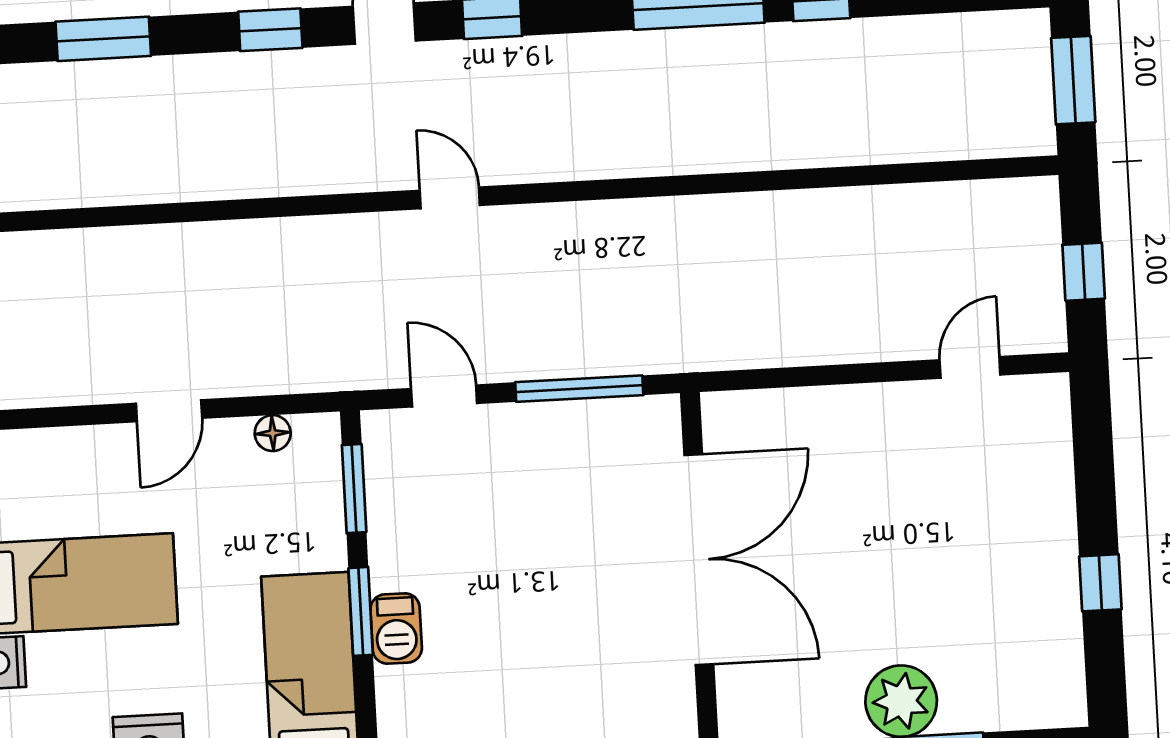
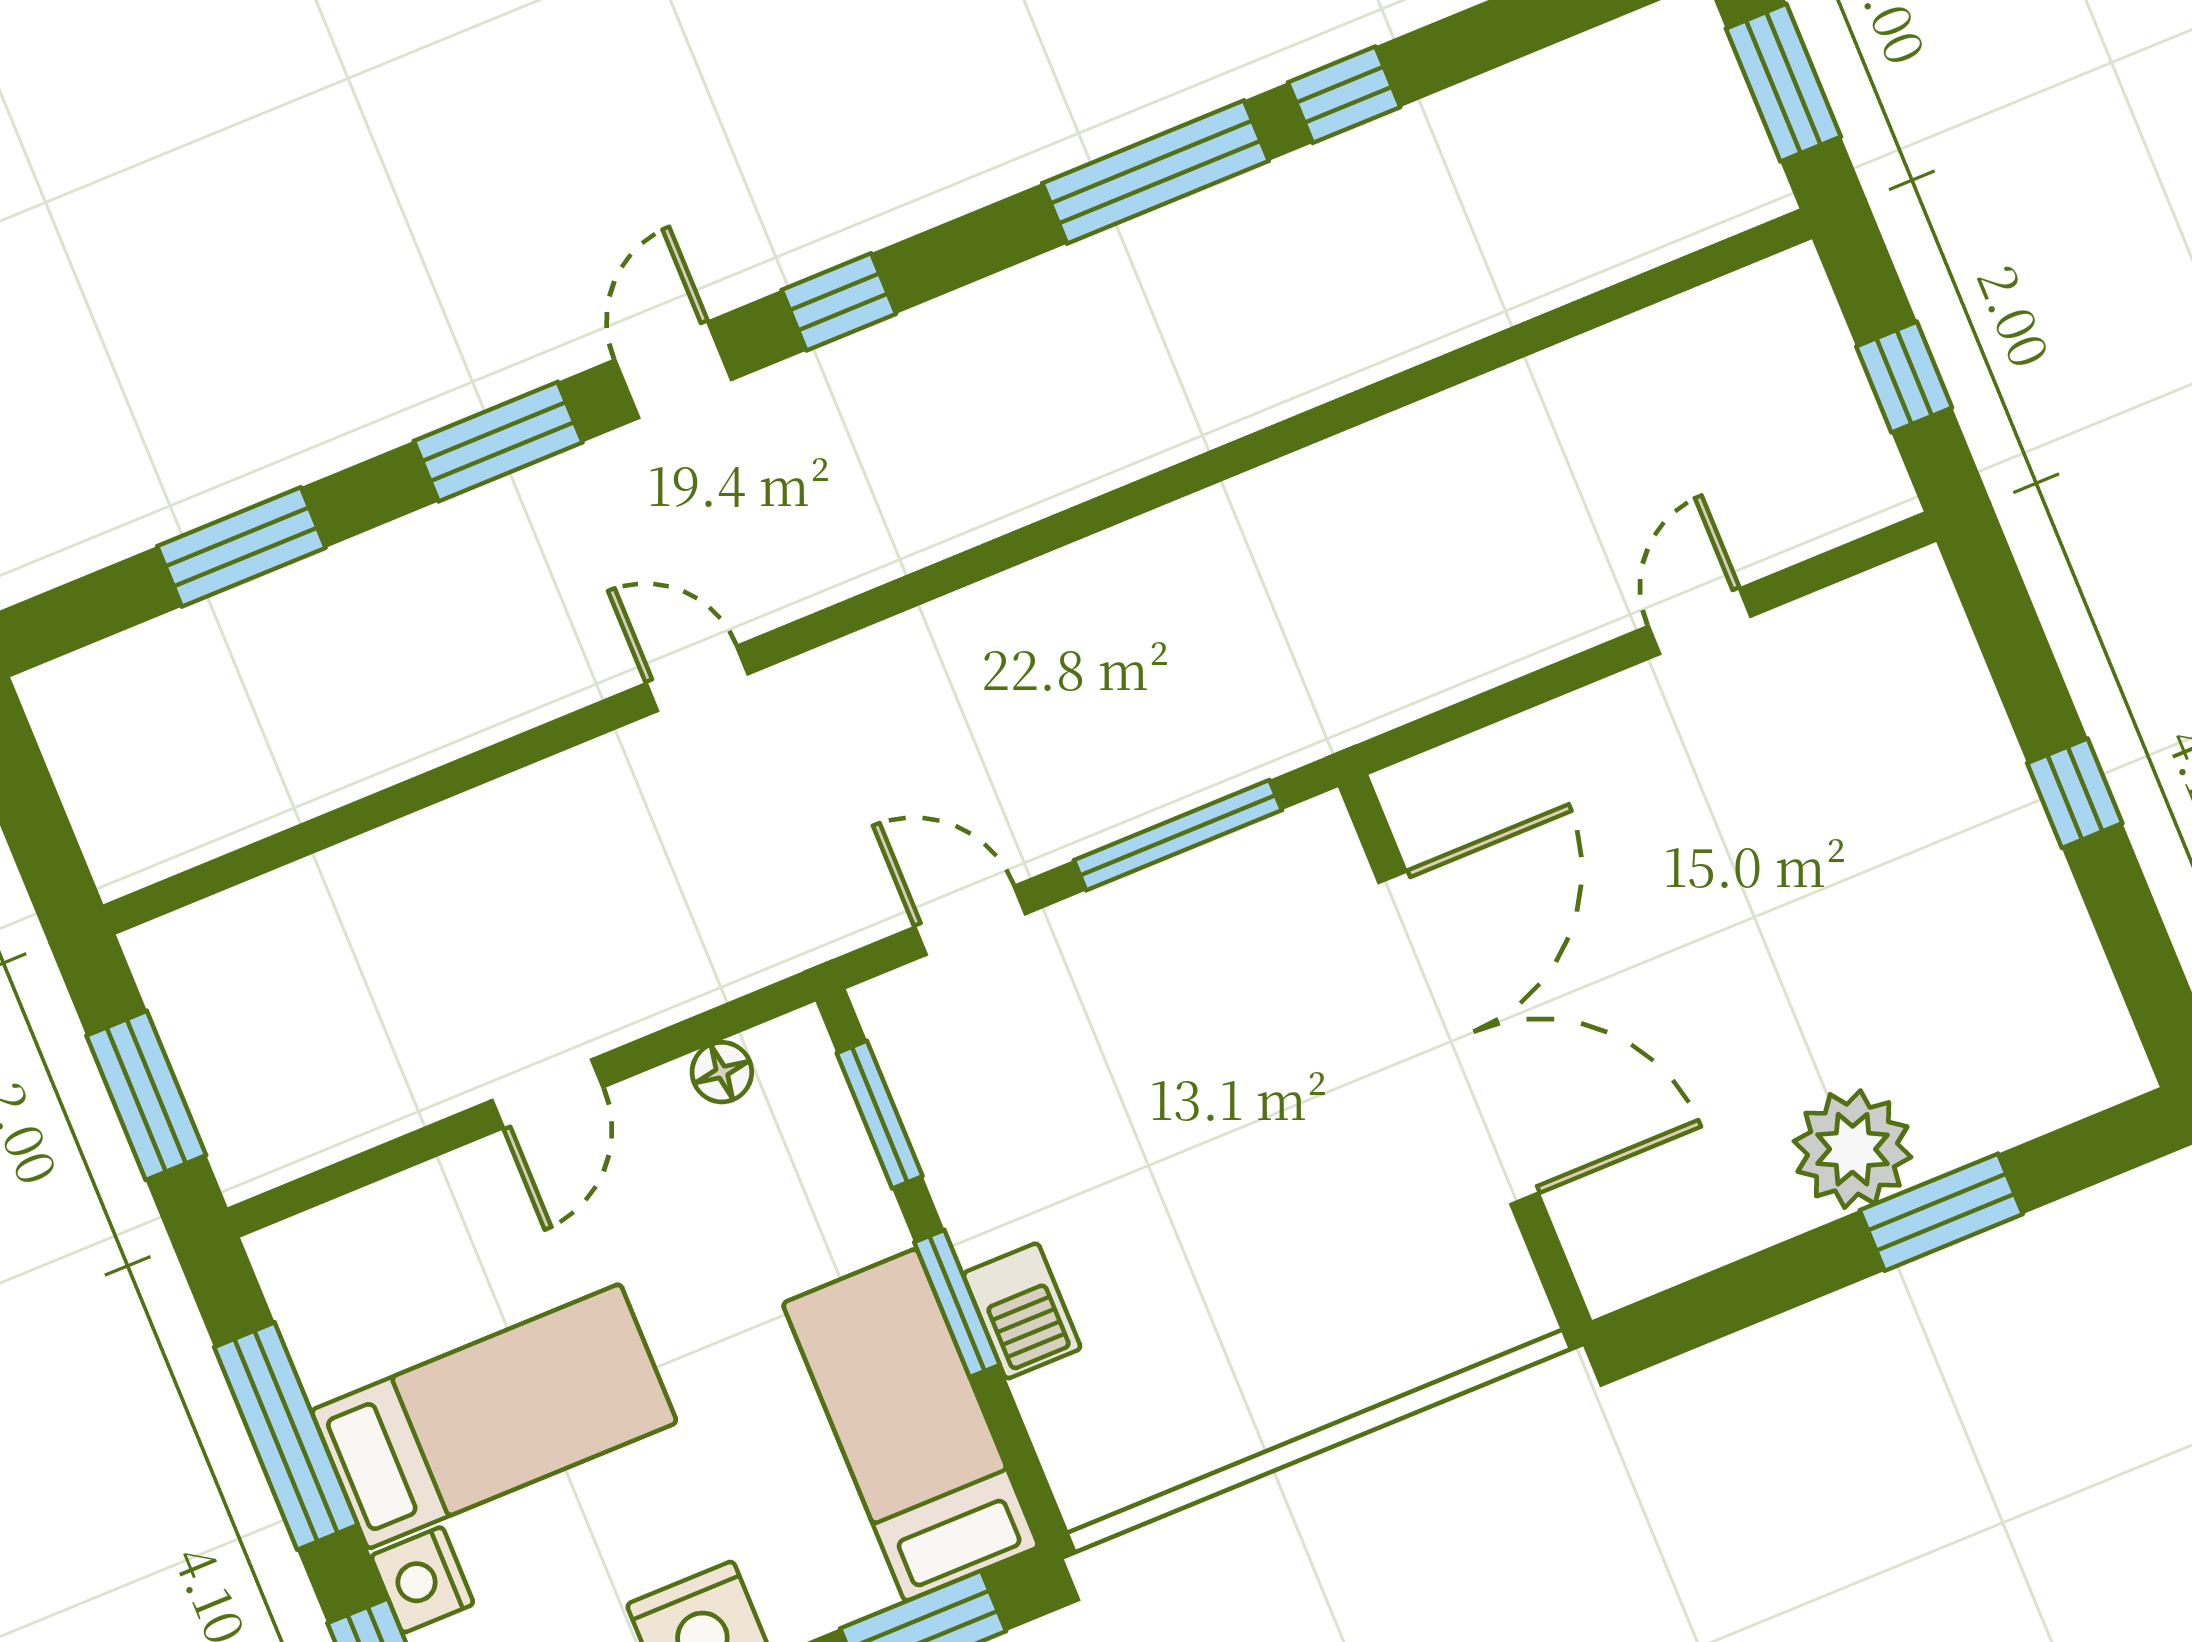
window: (270, 30) -> (498, 442), width x1.50
door: (450, 198) -> (697, 679), moved
door: (970, 367) -> (1700, 621), moved
window: (1100, 583) -> (2075, 793), moved

